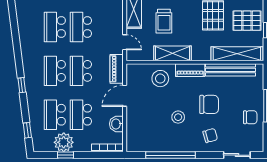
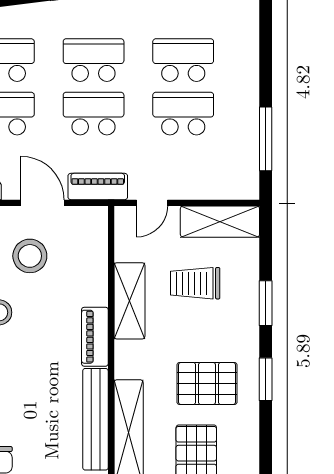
stool: (160, 79) -> (30, 256), moved
chair: (209, 104) -> (25, 376), removed

